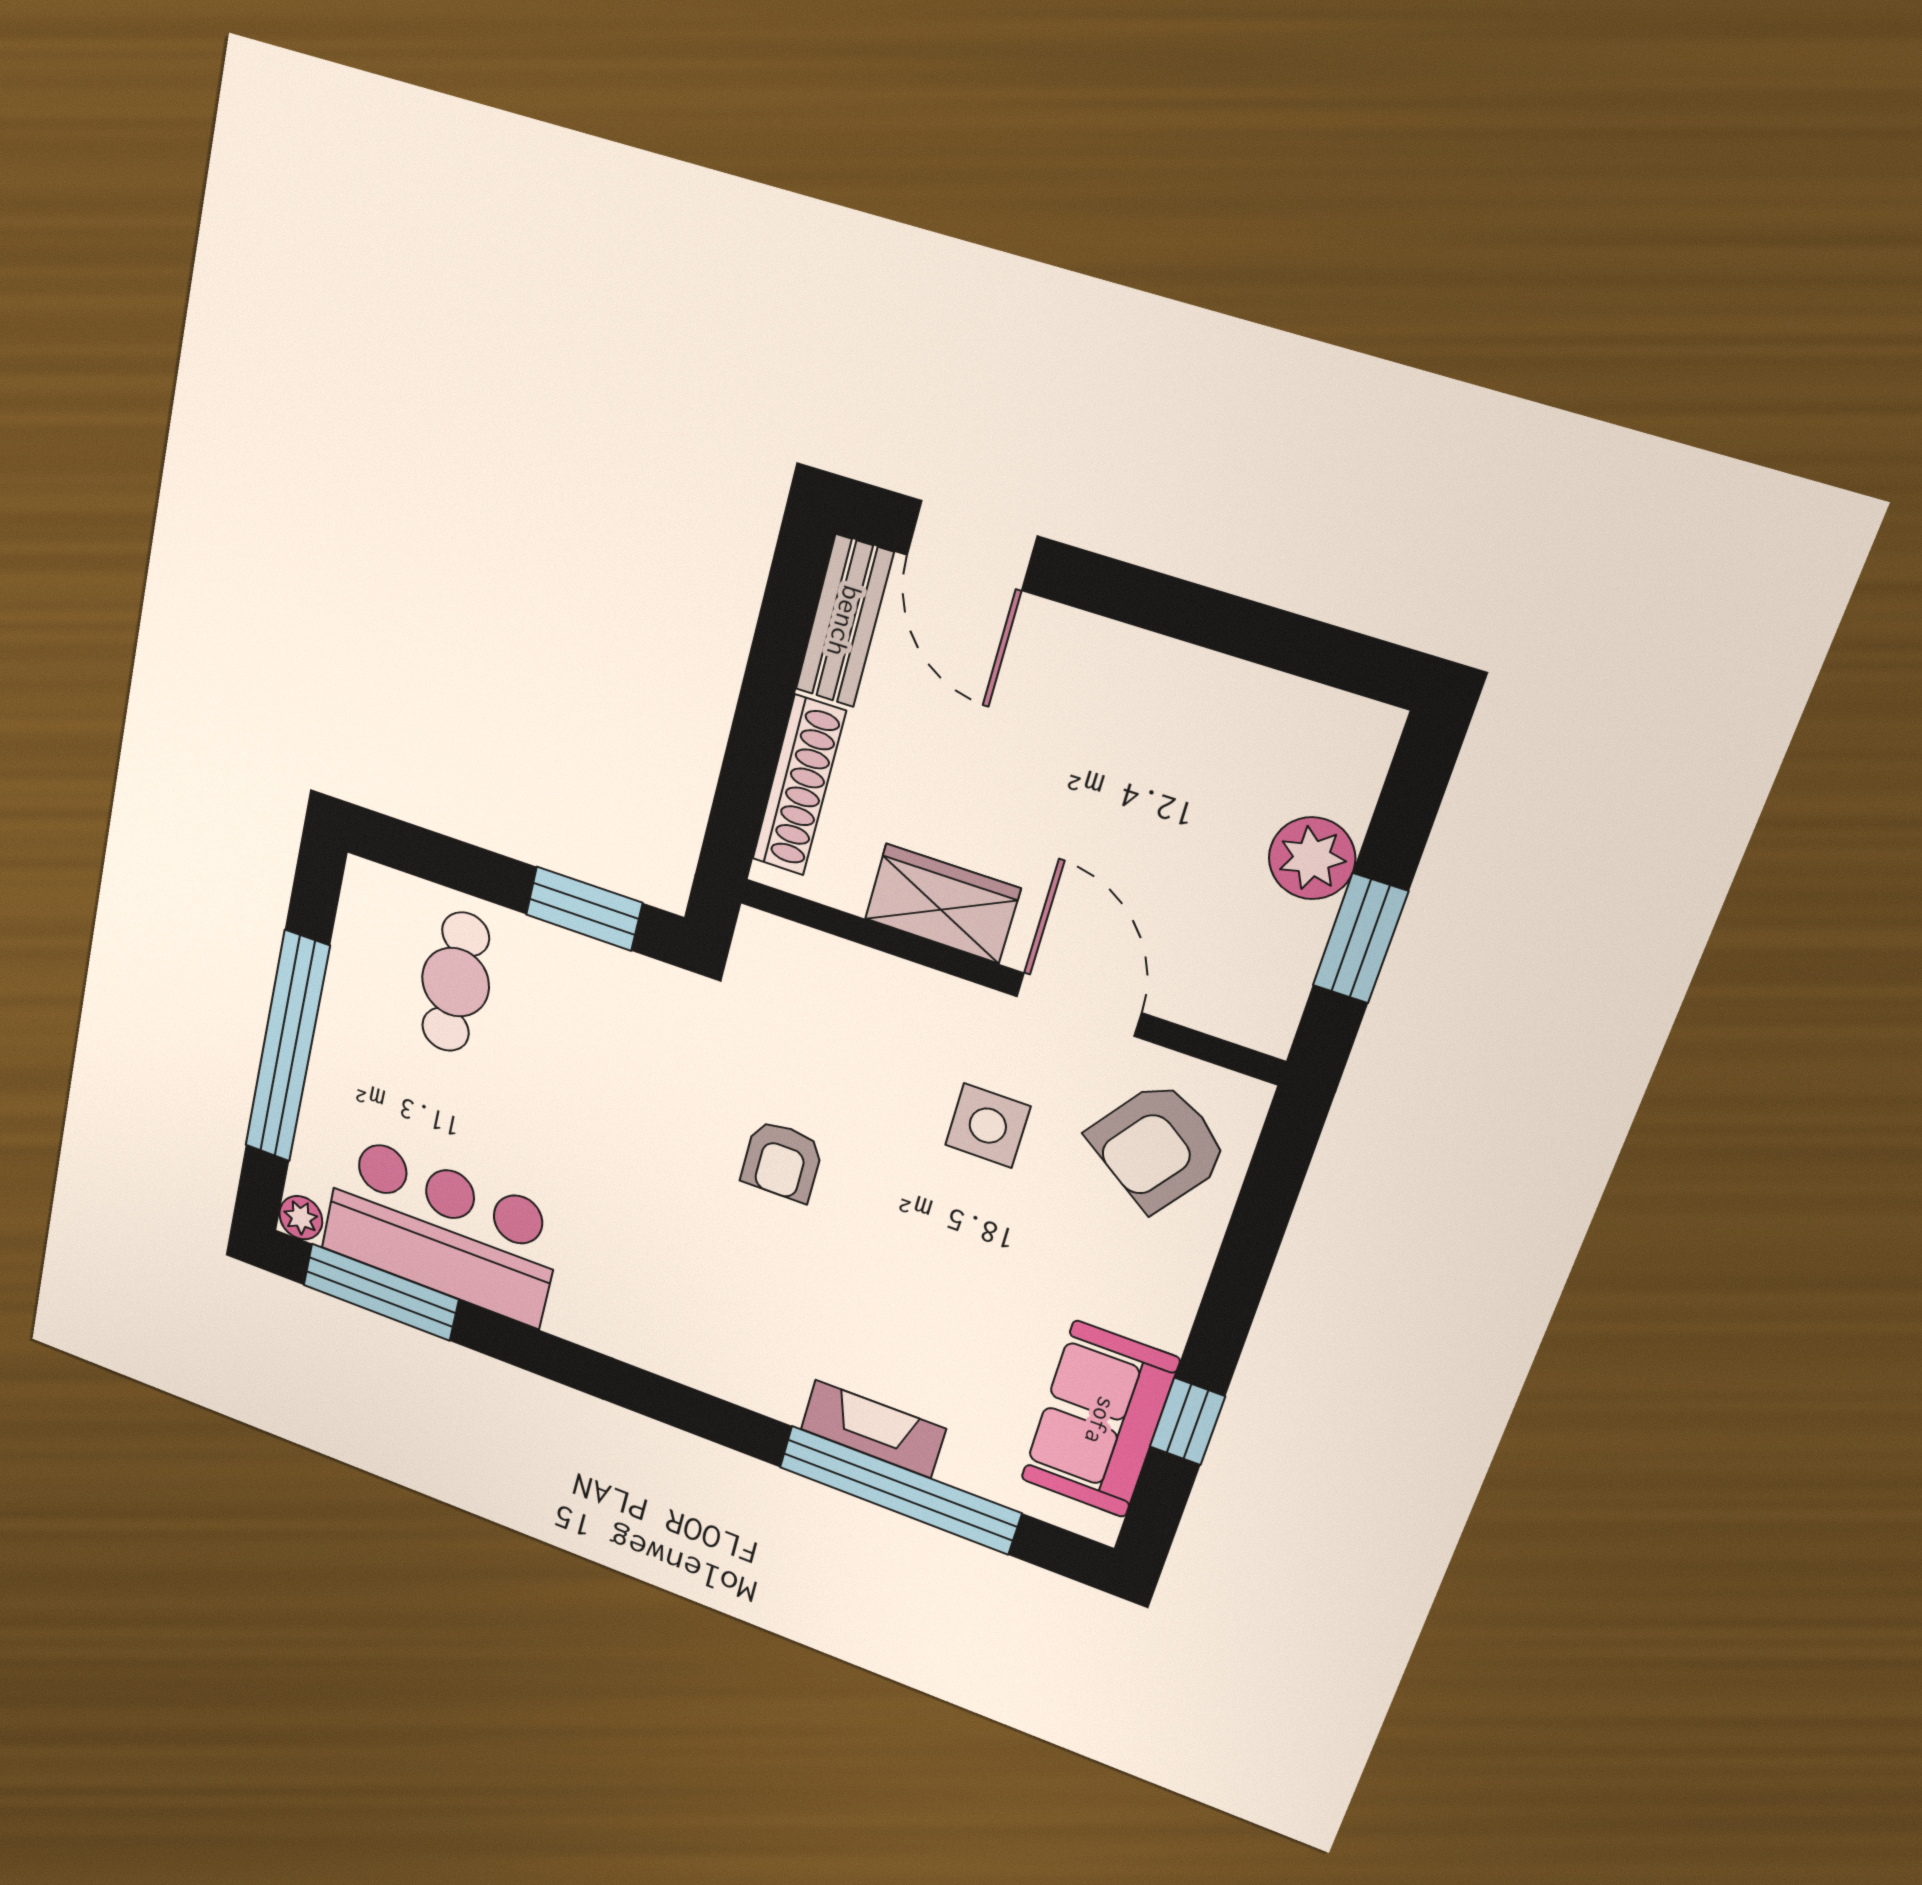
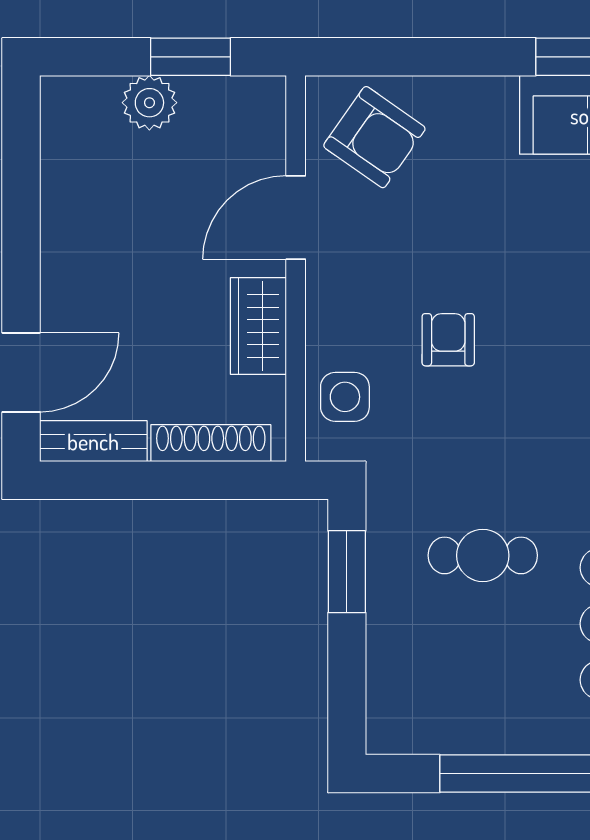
cafe table: (456, 982) -> (483, 555), moved
side table: (988, 1126) -> (345, 397), moved
armchair: (782, 1161) -> (448, 340), moved, turned -90

